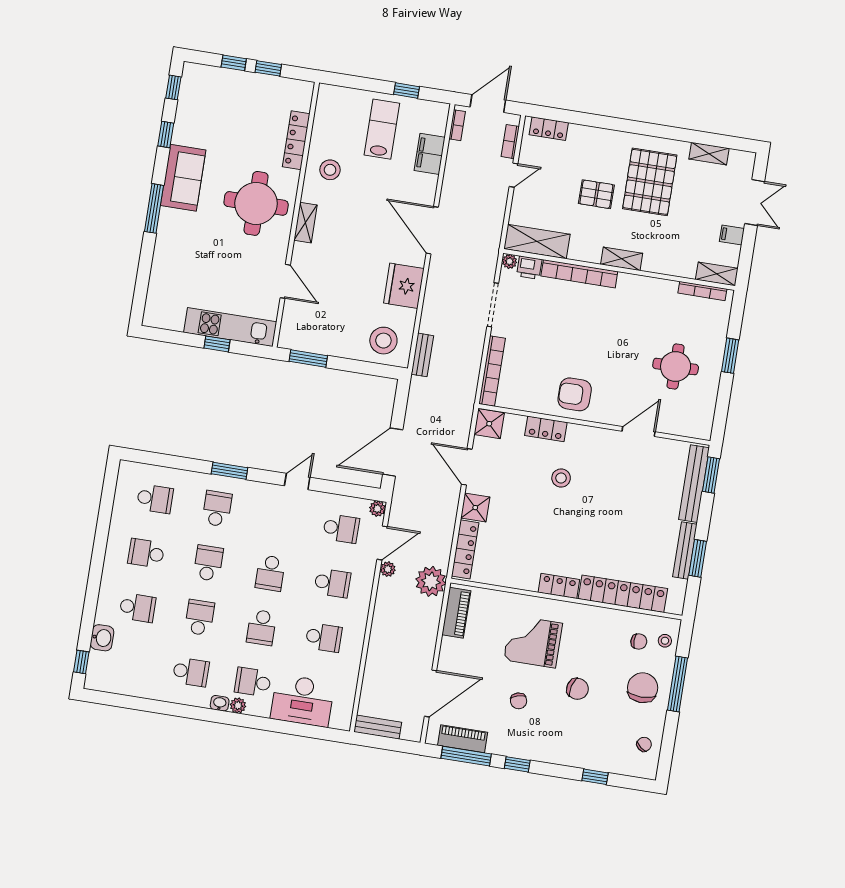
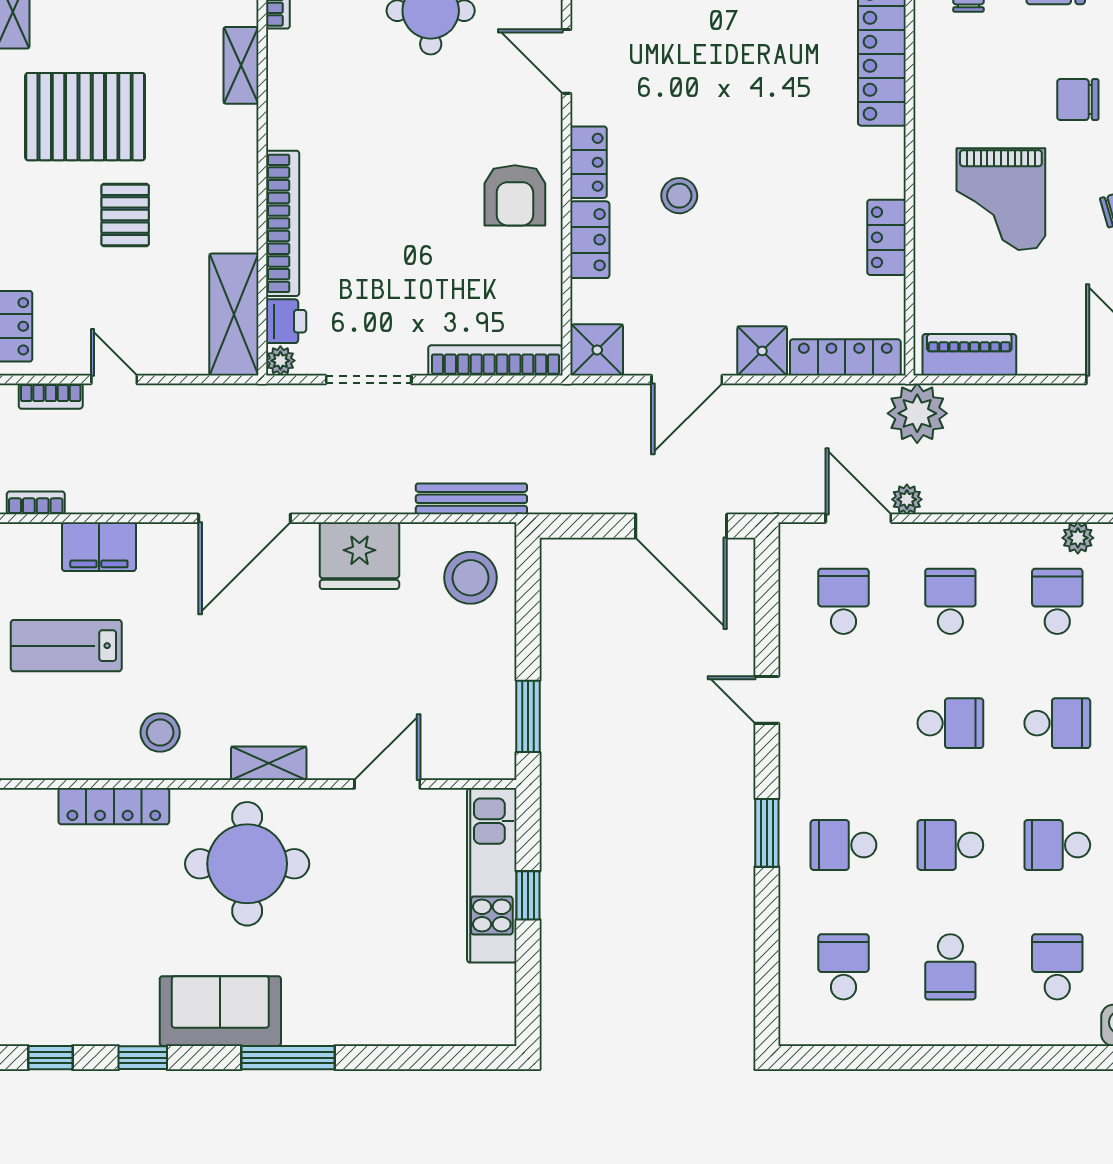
shelving: (622, 259) -> (241, 65), moved
bench: (422, 355) -> (471, 499), width x1.36
locker: (585, 435) -> (589, 162), added
plant: (377, 509) -> (1078, 538), moved
locker: (559, 586) -> (886, 237), moved
chair: (577, 689) -> (1078, 100), turned -104

